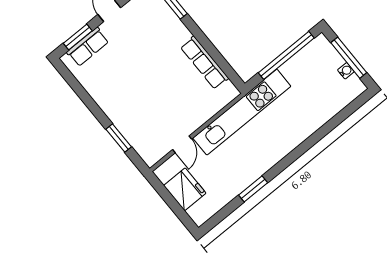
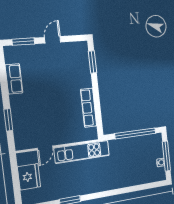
row of seats: (88, 47) -> (14, 79), moved, turned -90
kitchen unit: (242, 112) -> (82, 152), width x0.73

